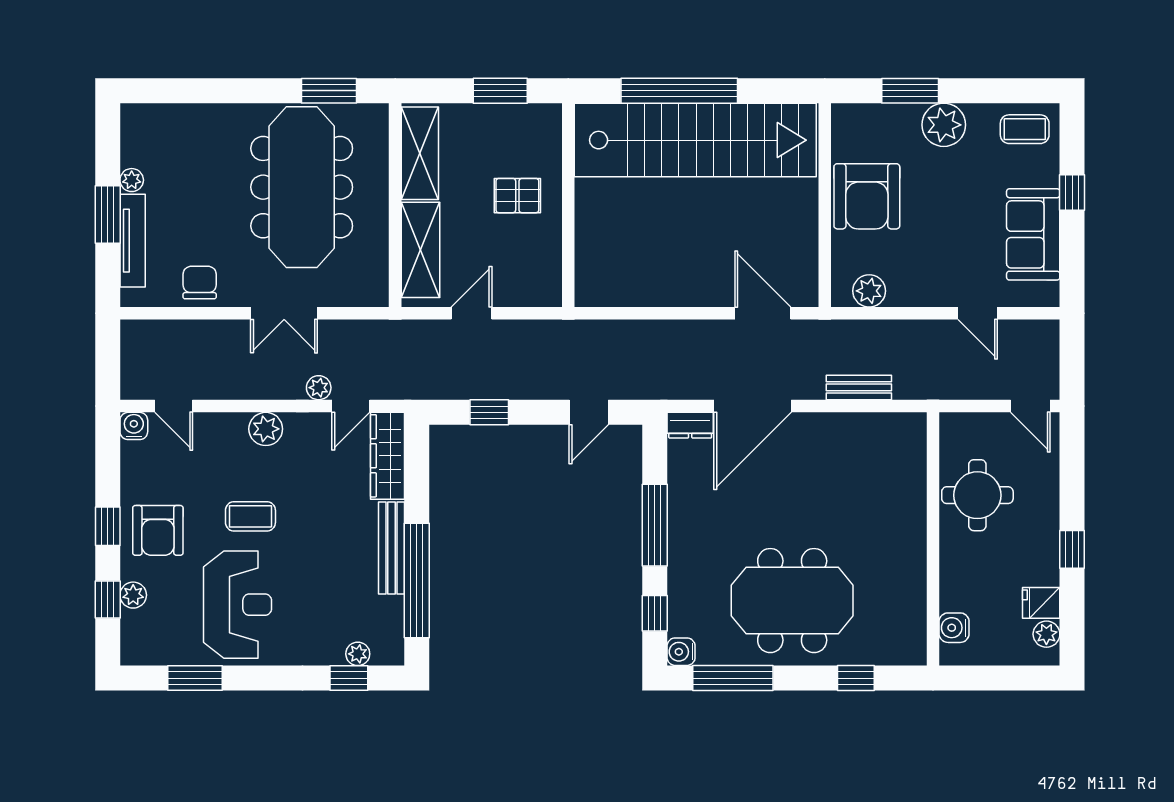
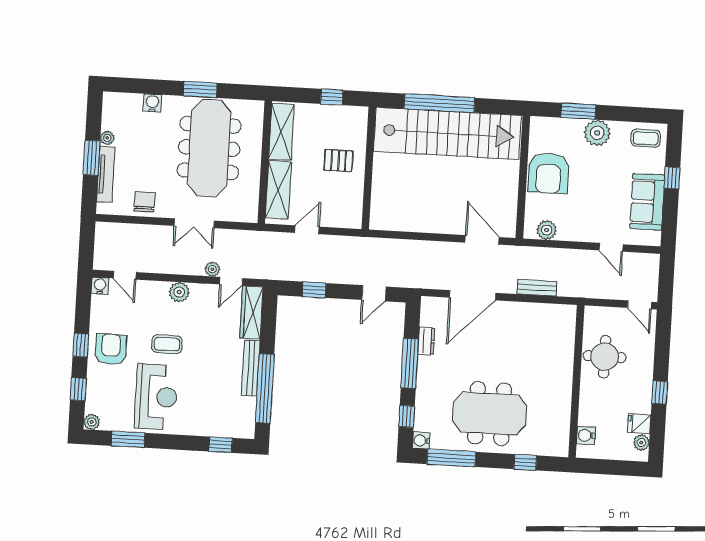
window: (329, 91) -> (200, 89), moved
window: (500, 91) -> (332, 97), width x0.67
water cooler: (203, 118) -> (152, 103), added
dresser: (690, 425) -> (426, 341), moved, turned -90
armchair: (158, 530) -> (111, 349), turned 180
plant: (133, 595) -> (92, 422), moved
plant: (358, 654) -> (227, 430), removed

